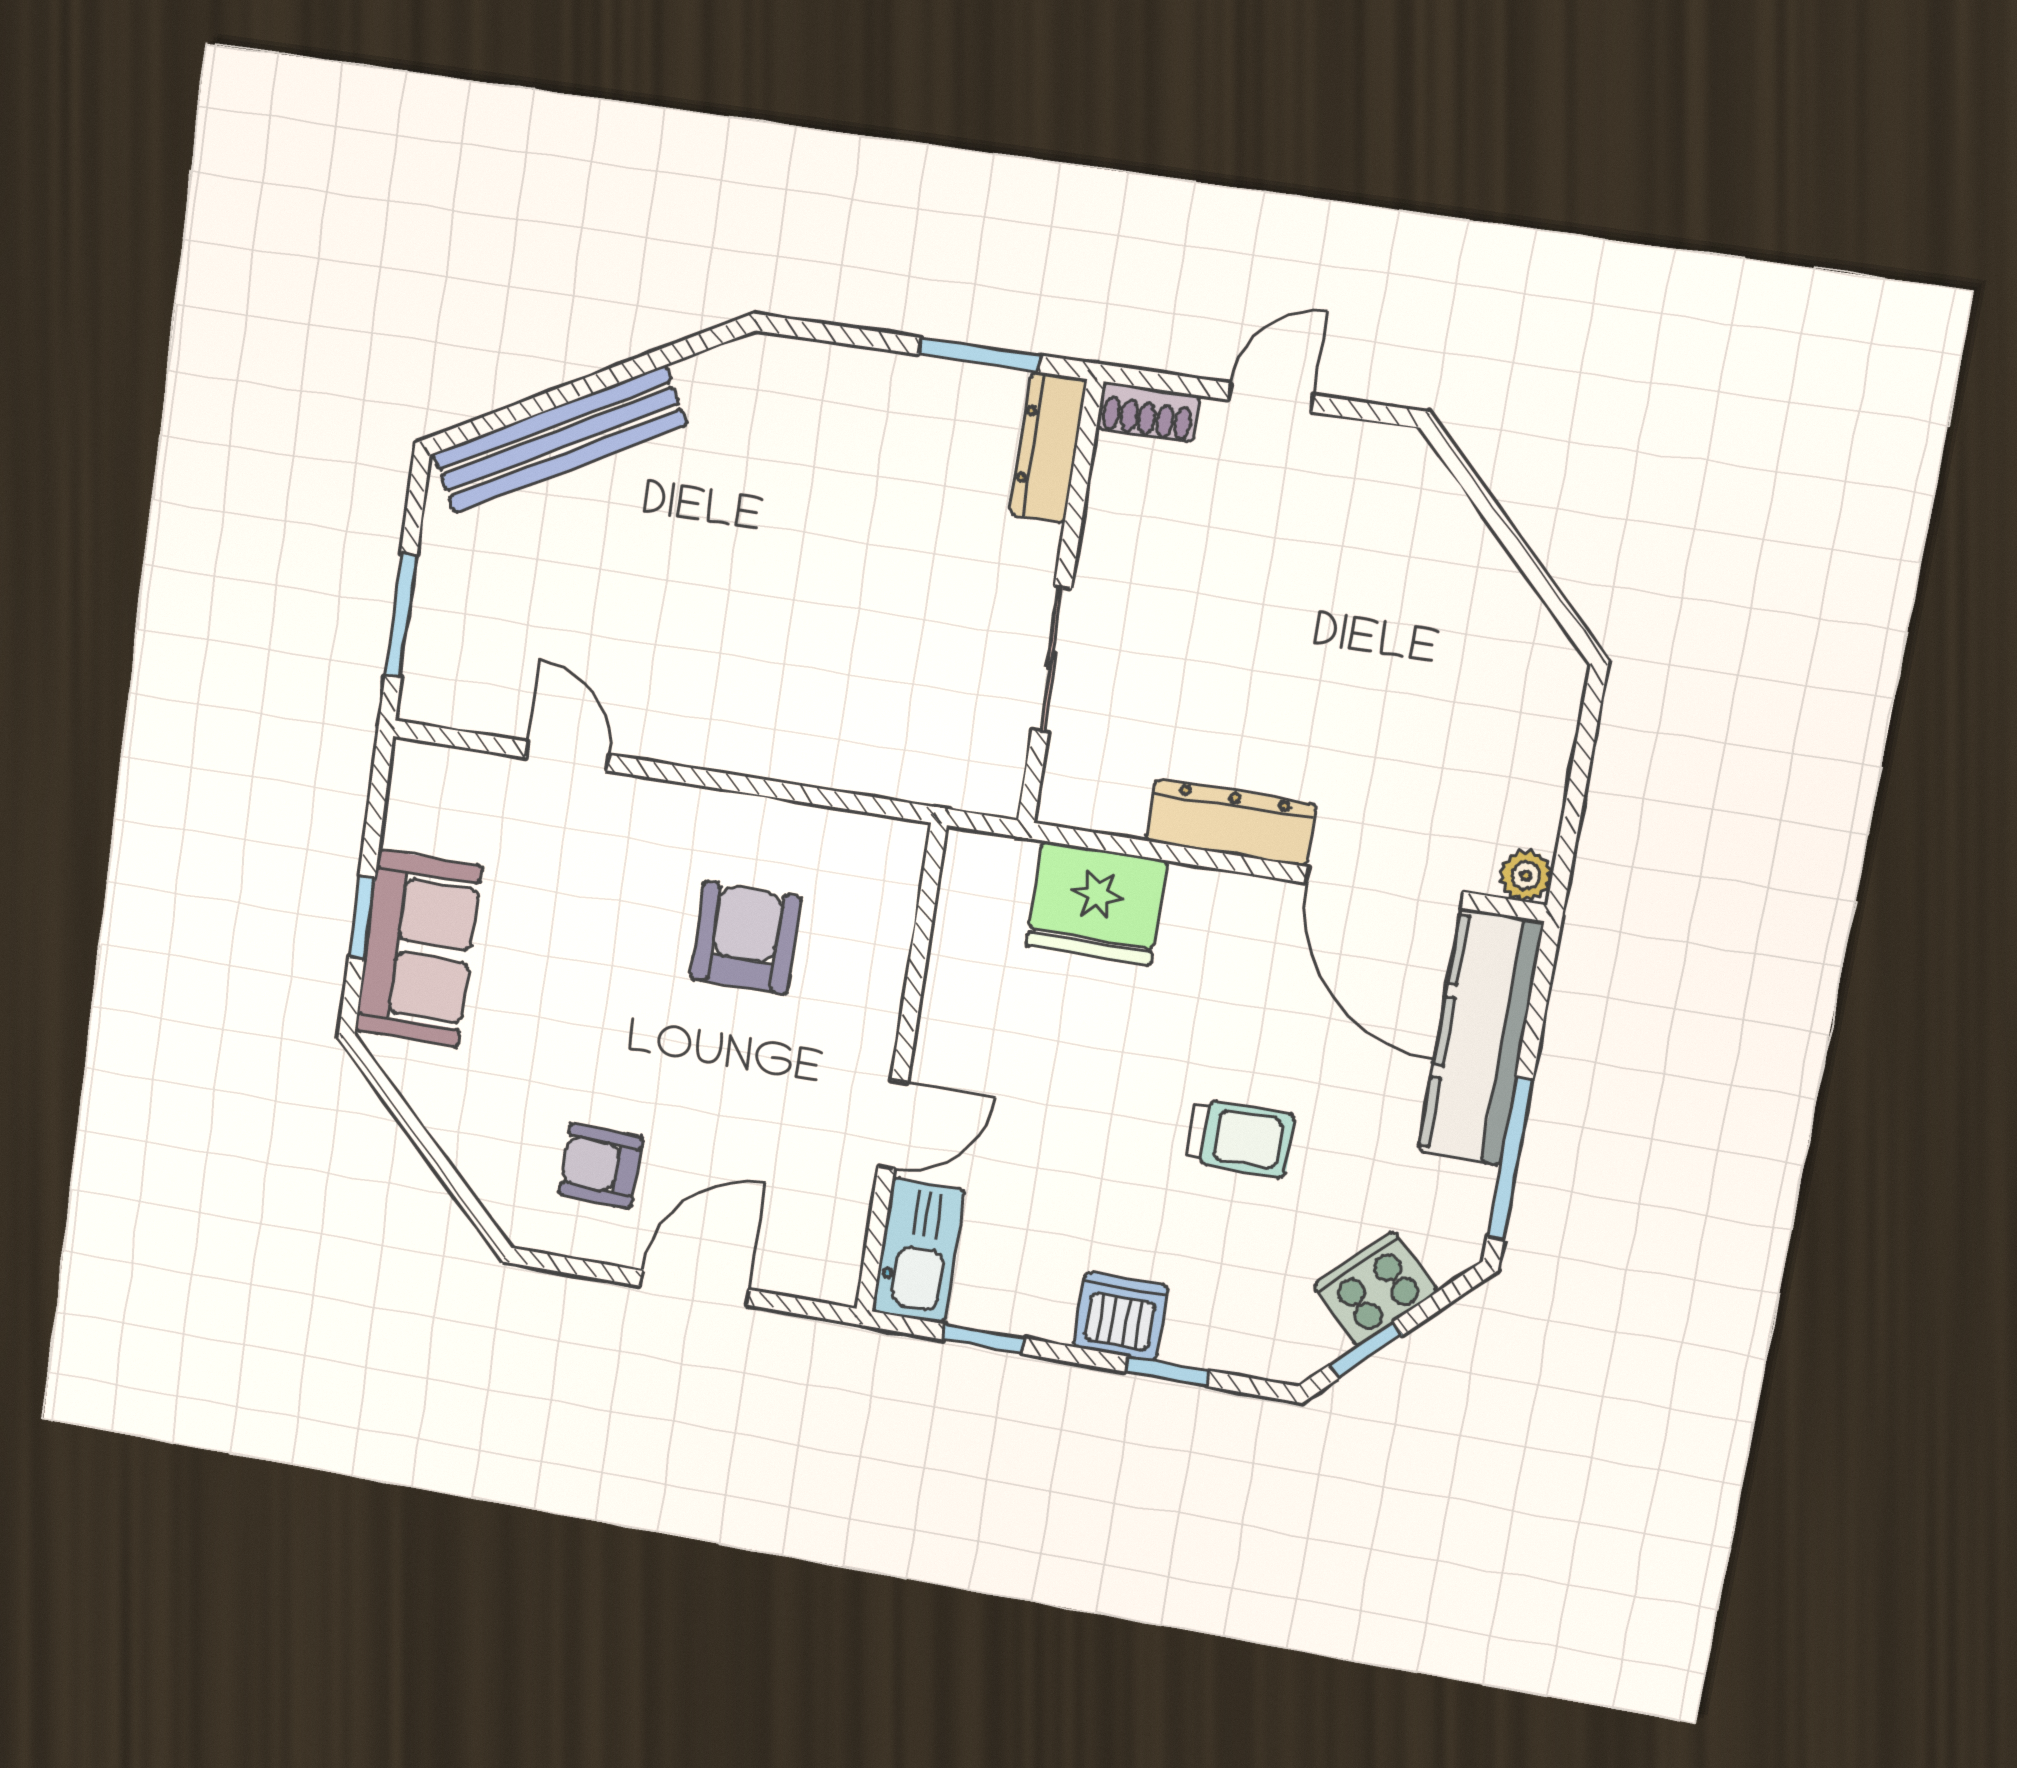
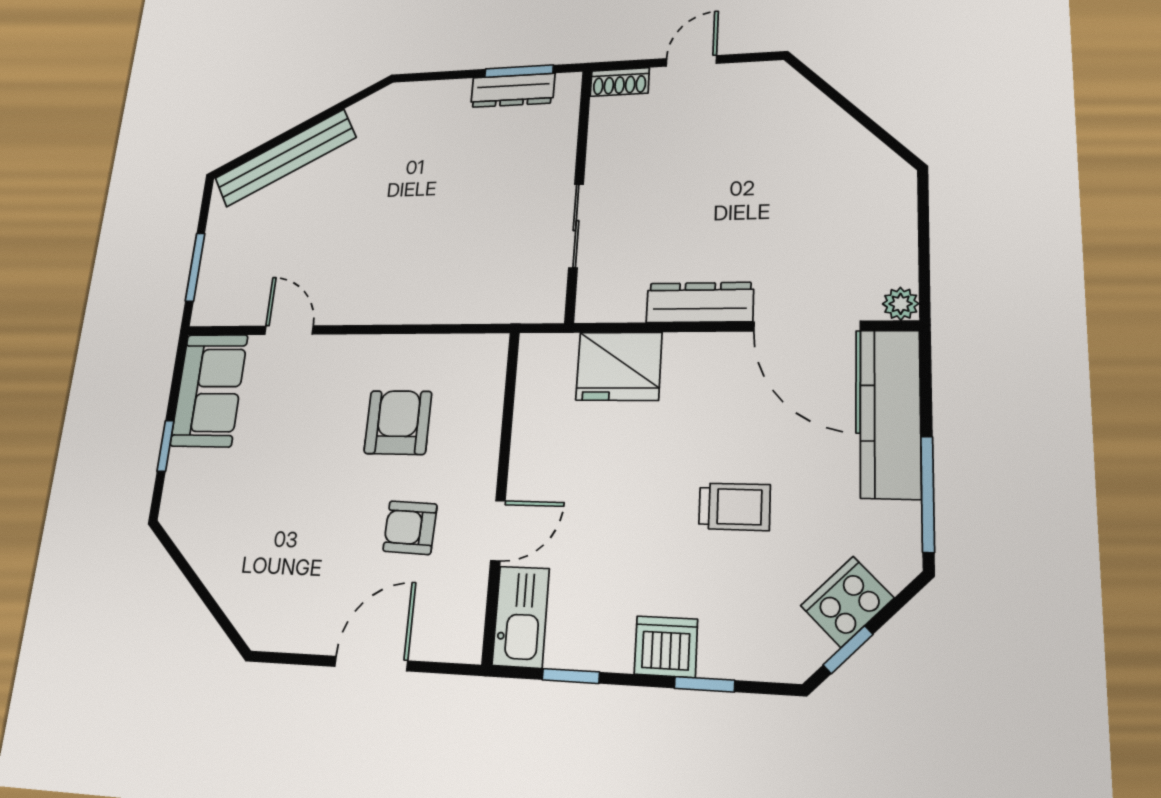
dresser: (1048, 447) -> (513, 90), moved, turned -90
sofa: (418, 949) -> (209, 390), moved
armchair: (601, 1166) -> (410, 528), moved

